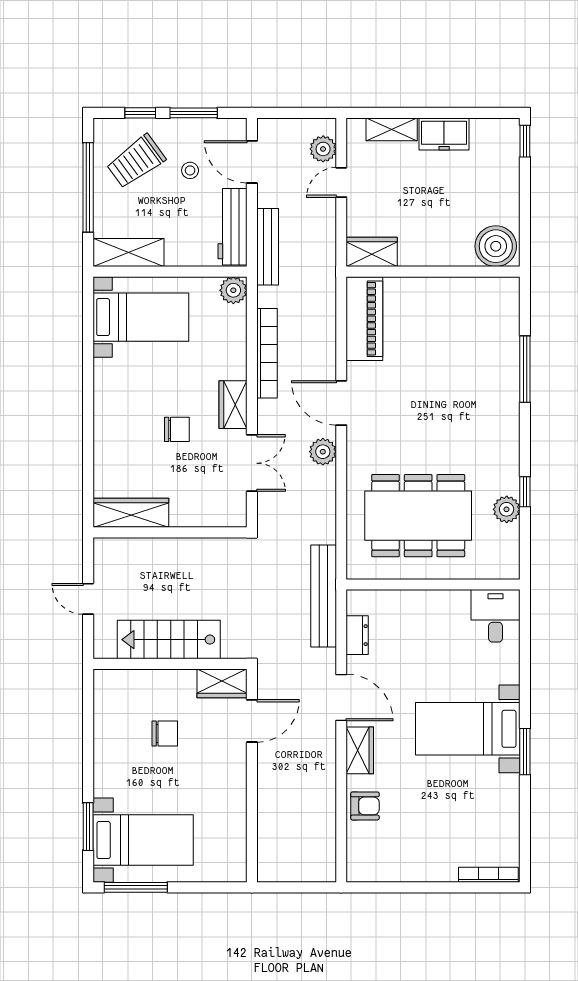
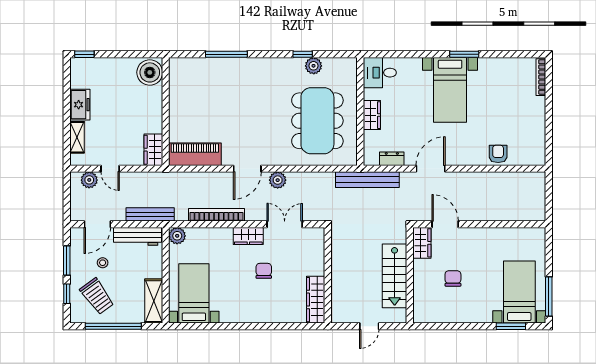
wardrobe: (360, 750) -> (372, 115), moved, turned 90

